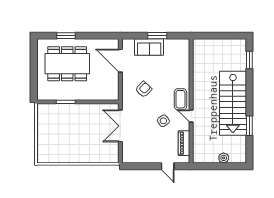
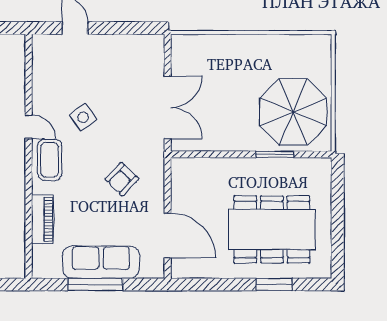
window: (157, 36) -> (95, 285), width x1.44
sofa: (149, 47) -> (101, 262), width x1.36
parasol: (56, 124) -> (293, 112), added
piano: (184, 143) -> (42, 219), moved

